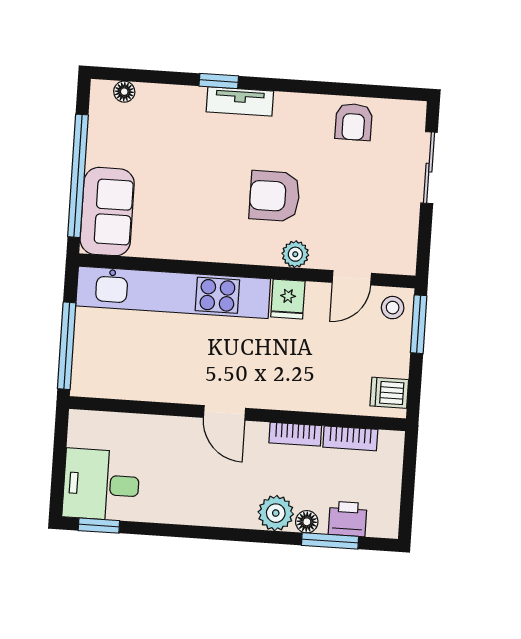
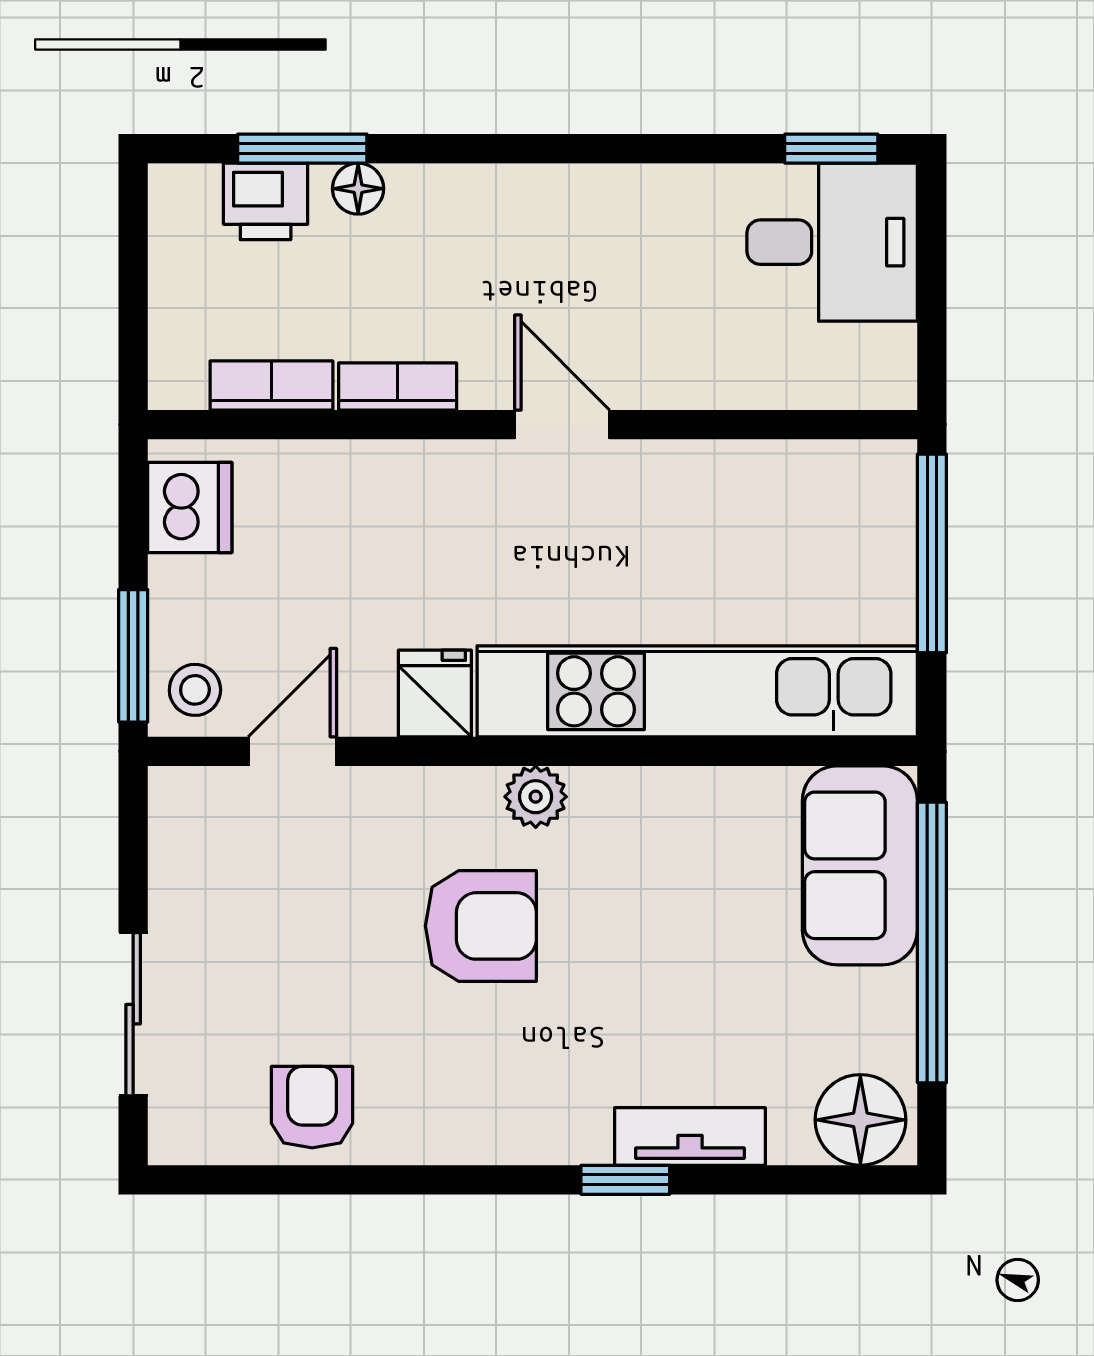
floor lamp: (124, 92) -> (860, 1120), width x1.89, depth x1.89
tv unit: (240, 101) -> (690, 1136), moved
plant: (295, 254) -> (536, 797), moved
dishwasher: (389, 393) -> (190, 508), width x1.38
plant: (276, 513) -> (430, 204), removed

